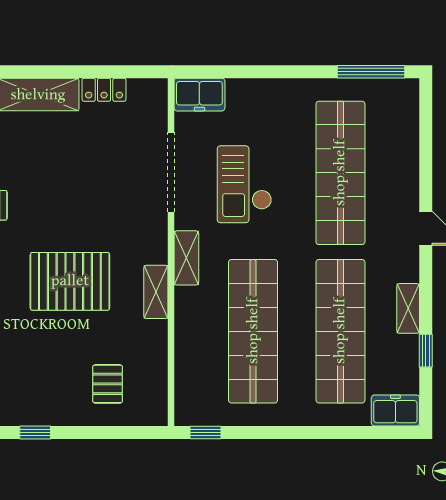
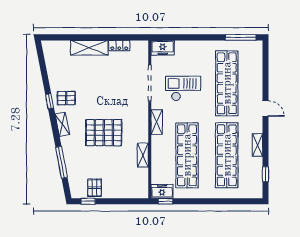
checkout: (244, 184) -> (183, 89), turned 90
shelving: (156, 292) -> (143, 155), moved
window: (426, 351) -> (265, 174), moved
pallet: (108, 384) -> (95, 188), moved
freezer: (395, 410) -> (162, 191), moved

